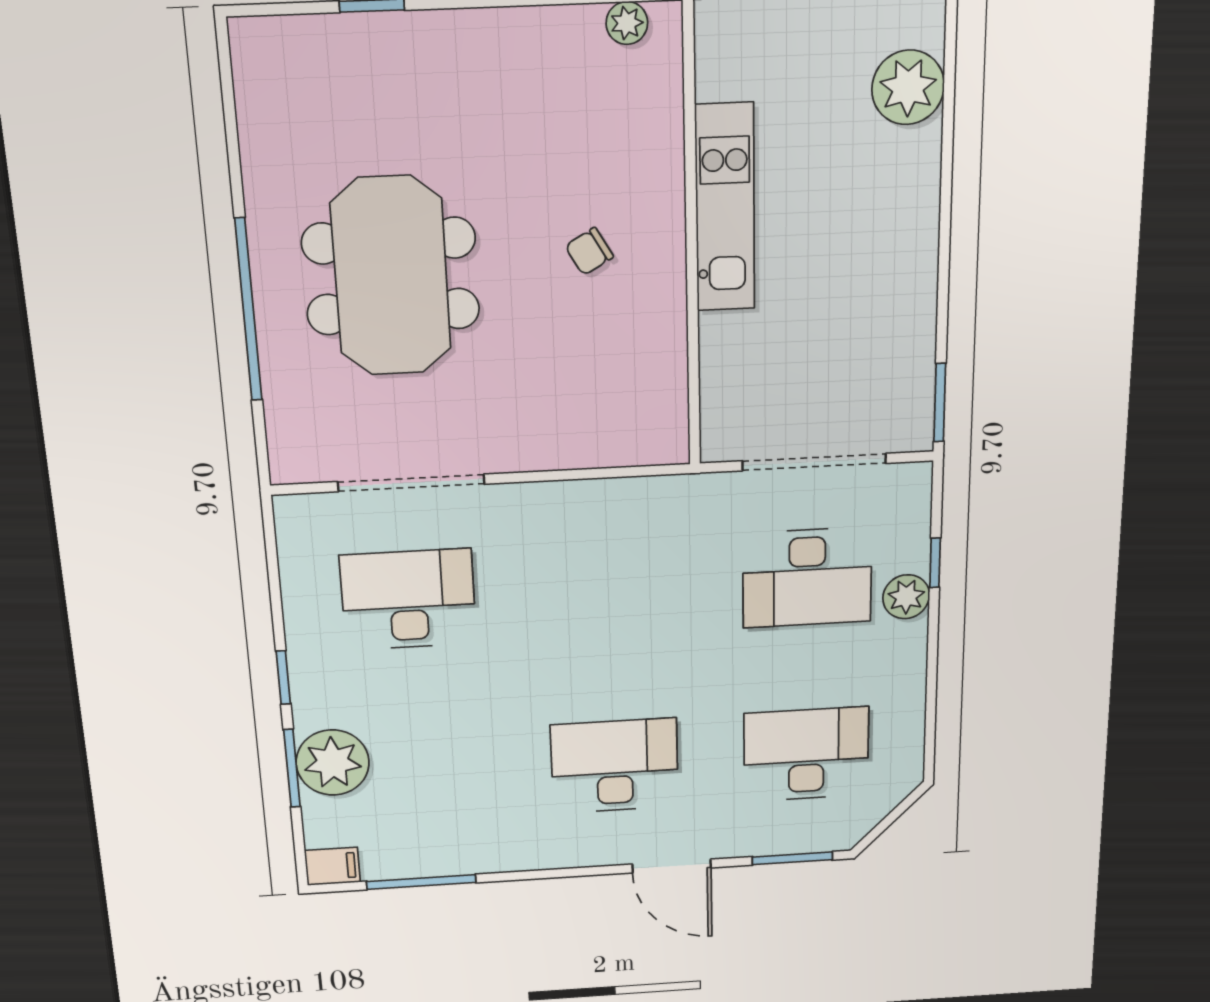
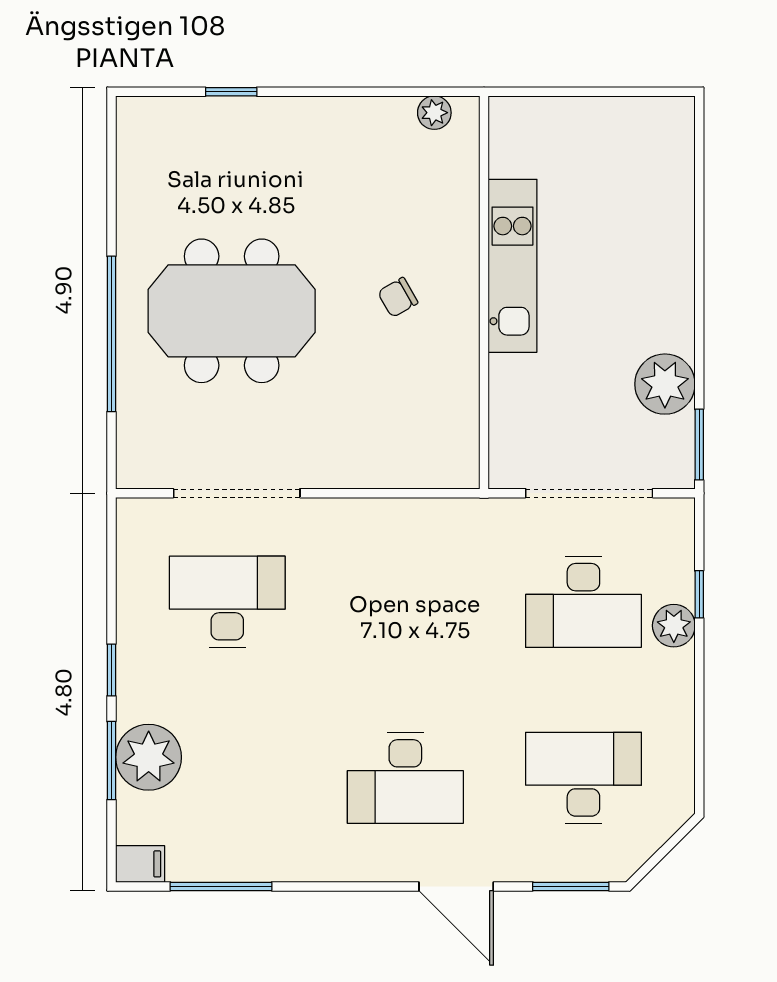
plant: (908, 87) -> (665, 384), moved
meeting table: (391, 276) -> (232, 311), turned 90
desk: (615, 766) -> (405, 778), turned 180

